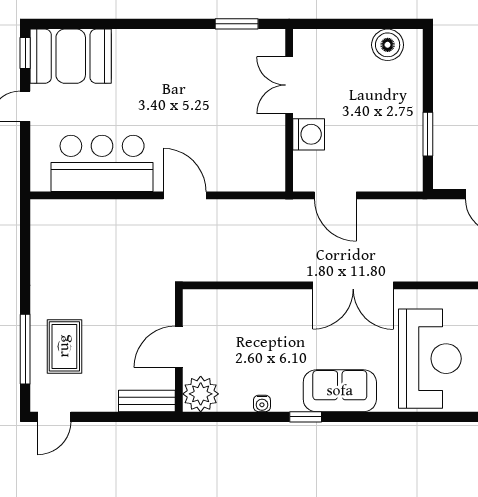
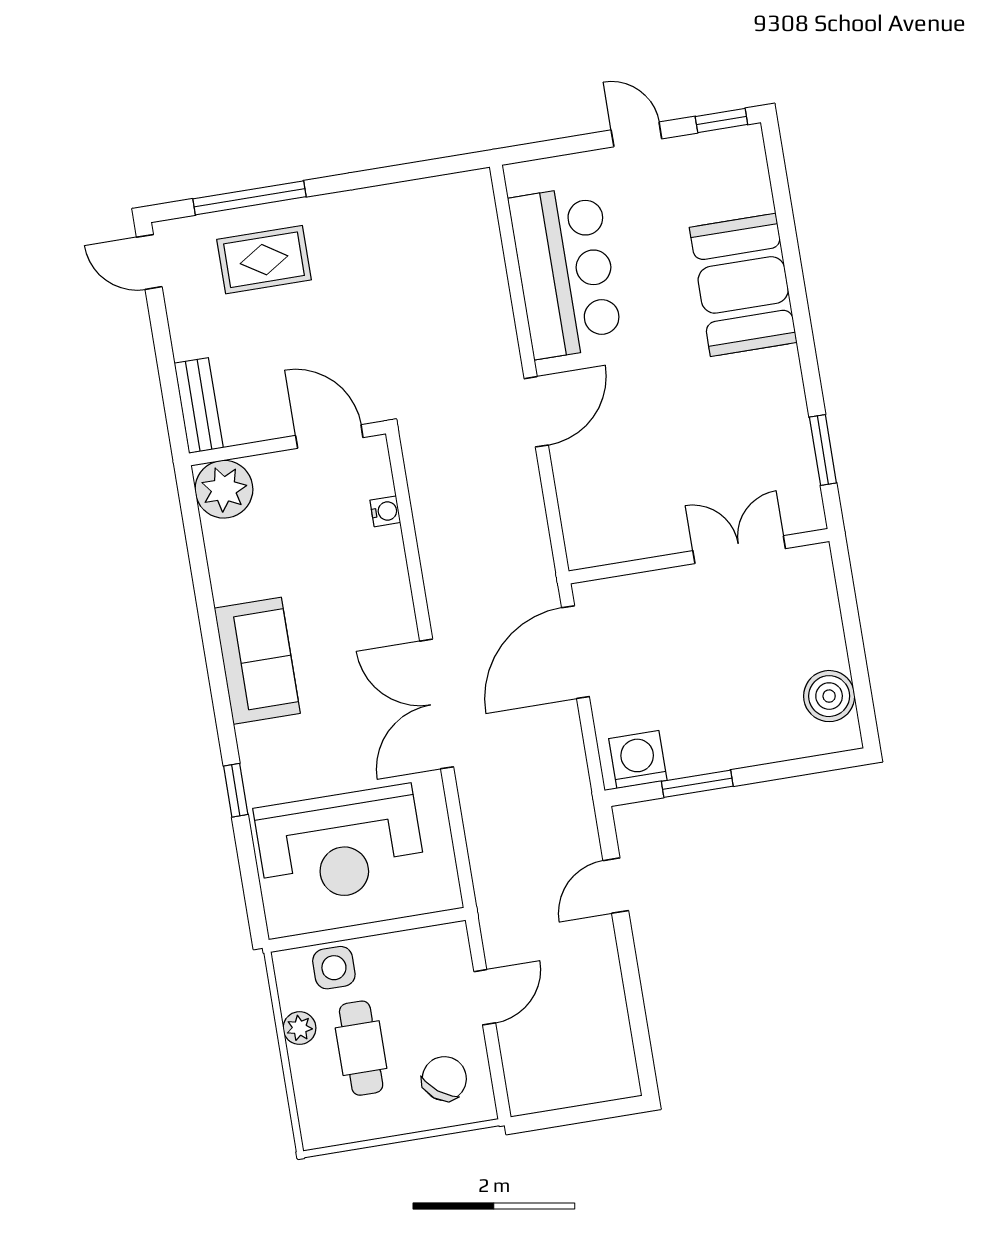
booth: (71, 56) -> (743, 285), moved
washing machine: (309, 134) -> (638, 759), moved, turned 180
door: (335, 195) -> (576, 652), width x1.36
door: (179, 347) -> (329, 437), moved
sofa: (340, 391) -> (257, 661), moved
water cooler: (262, 403) -> (385, 511), moved, turned 180
window: (306, 417) -> (236, 790), moved

